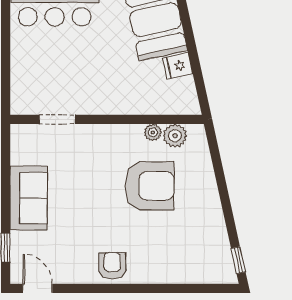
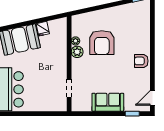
plant: (175, 136) -> (77, 52), moved
armchair: (150, 186) -> (102, 43), turned 180

